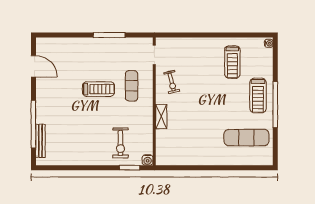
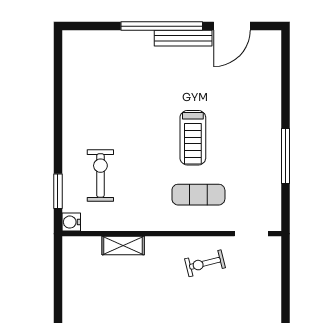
shelving: (161, 117) -> (123, 245), moved
window: (33, 124) -> (162, 26), moved
bench: (40, 141) -> (183, 38), moved
exercise bike: (120, 143) -> (100, 175), turned 90

